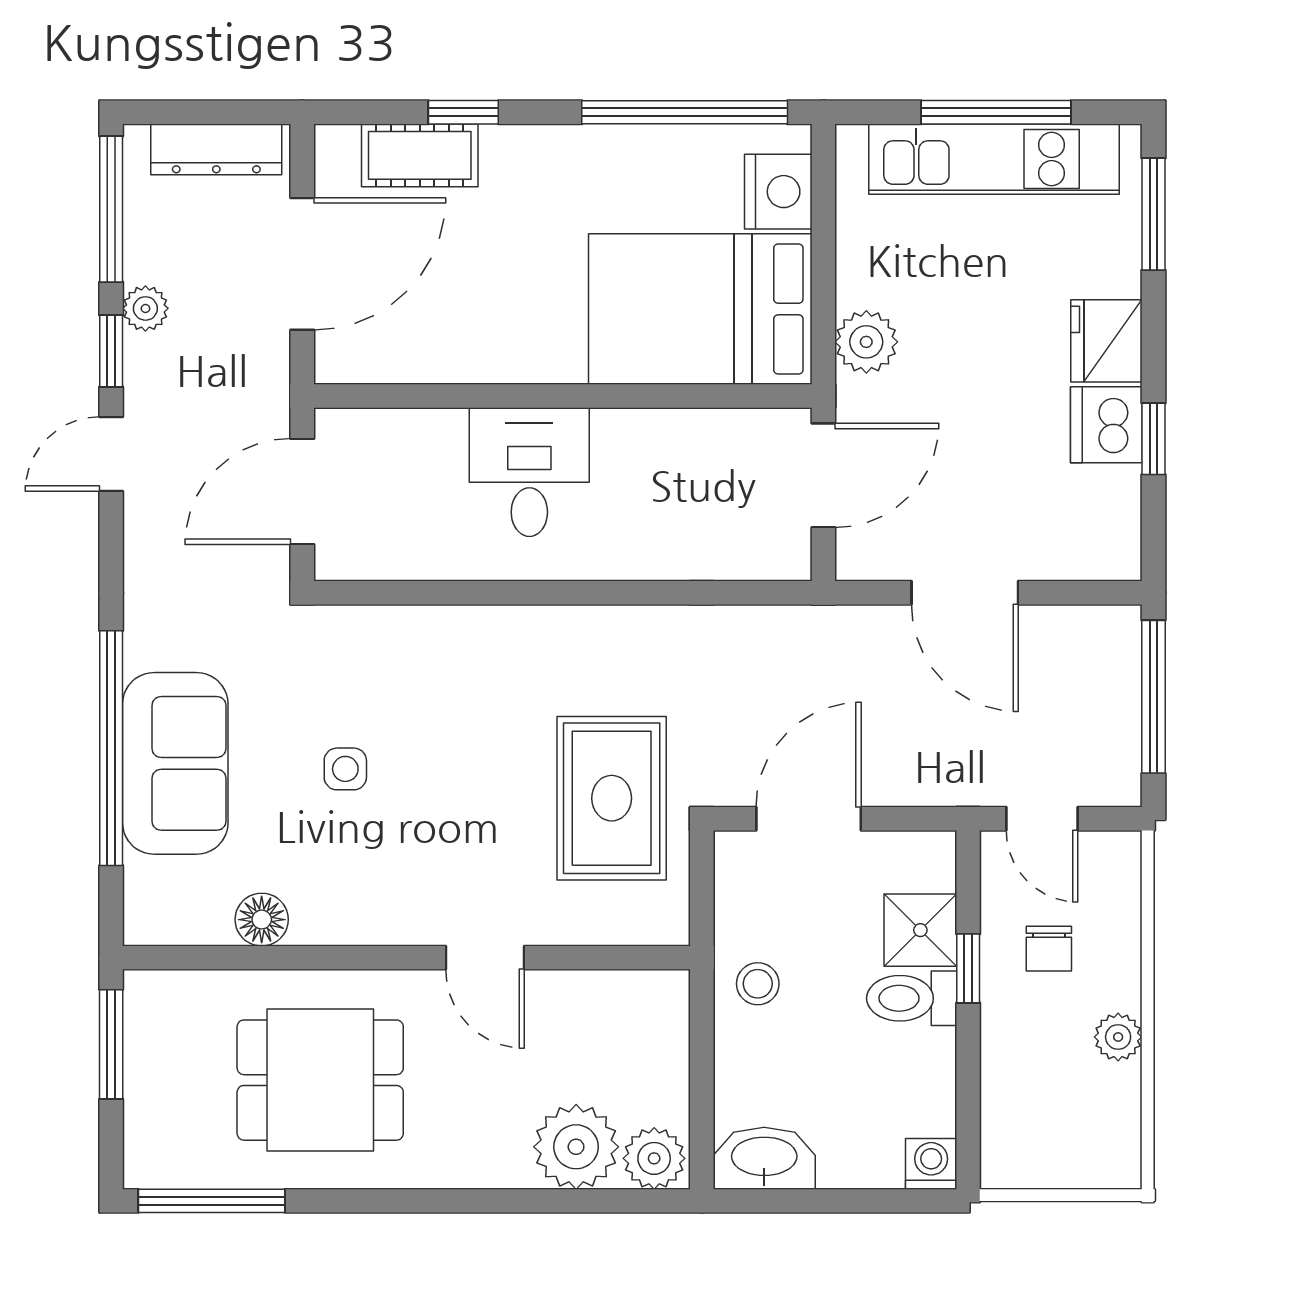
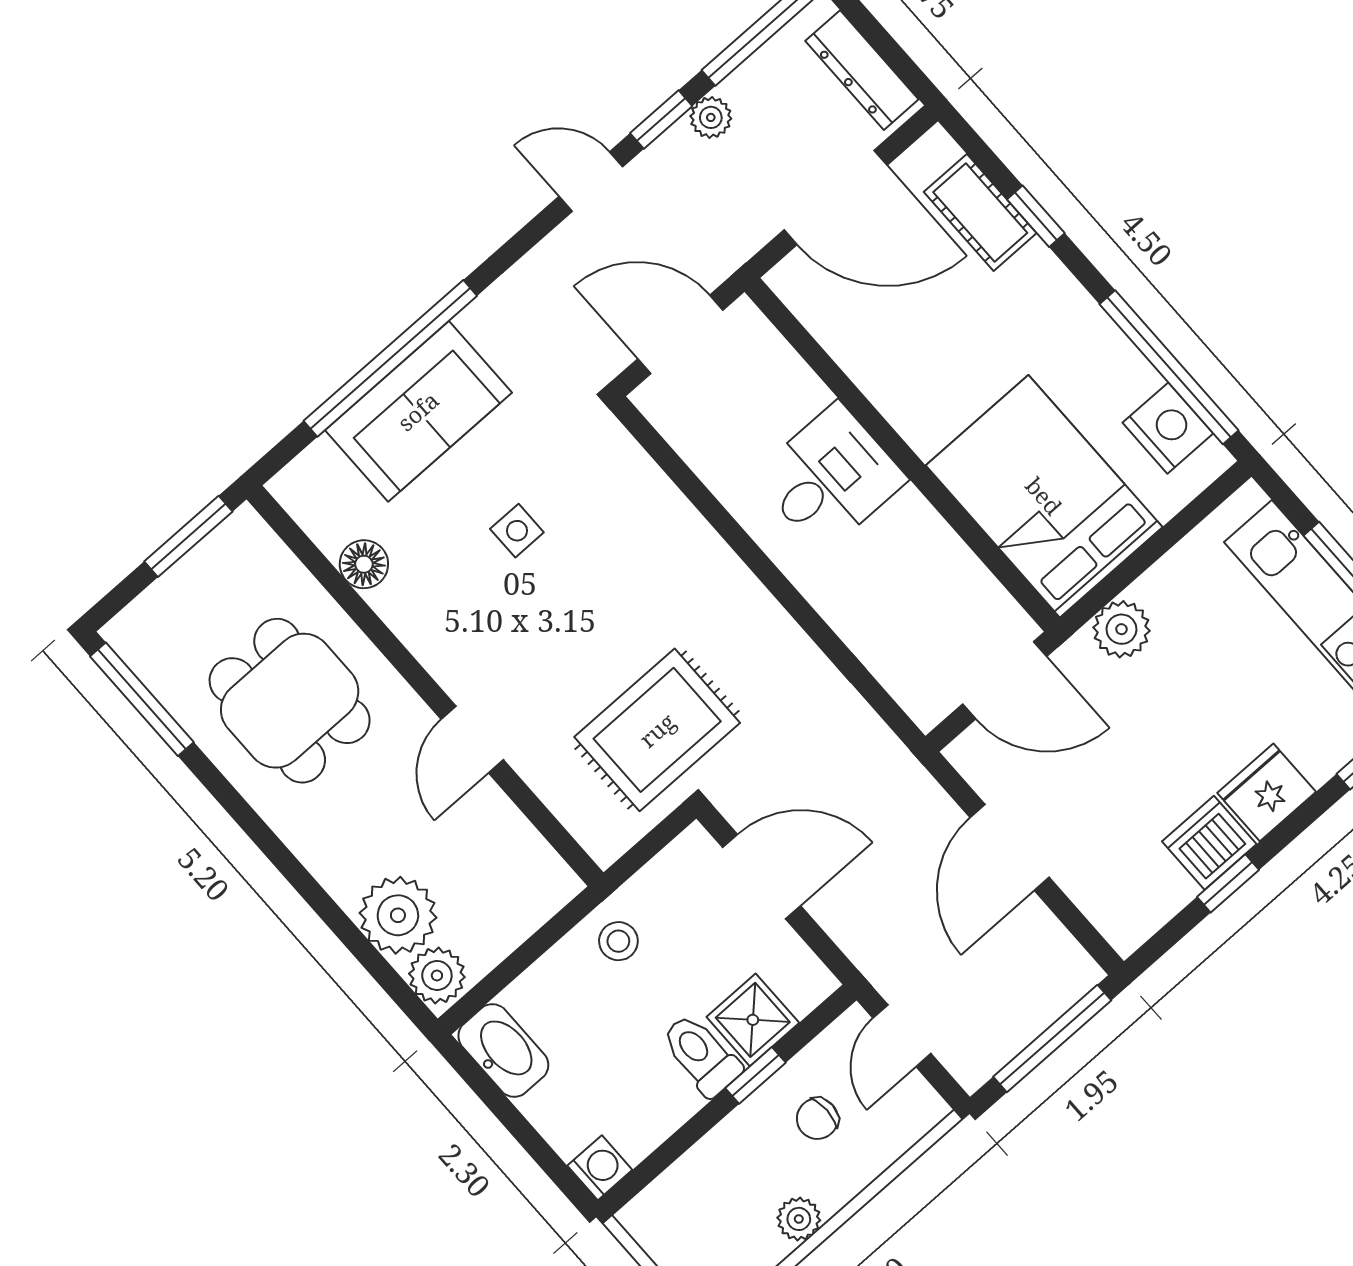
nightstand: (778, 192) -> (1168, 428), moved, turned -90

